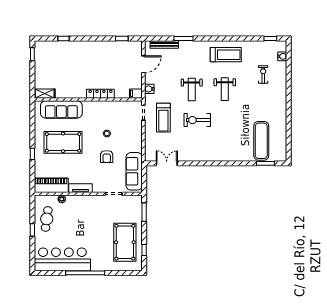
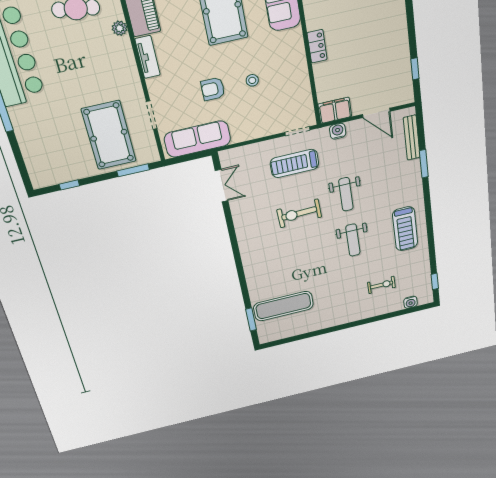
weight bench: (192, 89) -> (346, 194), turned -90
weight bench: (225, 89) -> (353, 240), turned -90
locker: (100, 94) -> (317, 46), width x0.66
filing cabinet: (136, 94) -> (335, 110), width x2.00
exercise bike: (197, 120) -> (299, 213), turned -92
pool table: (125, 242) -> (109, 135), moved, turned 90

